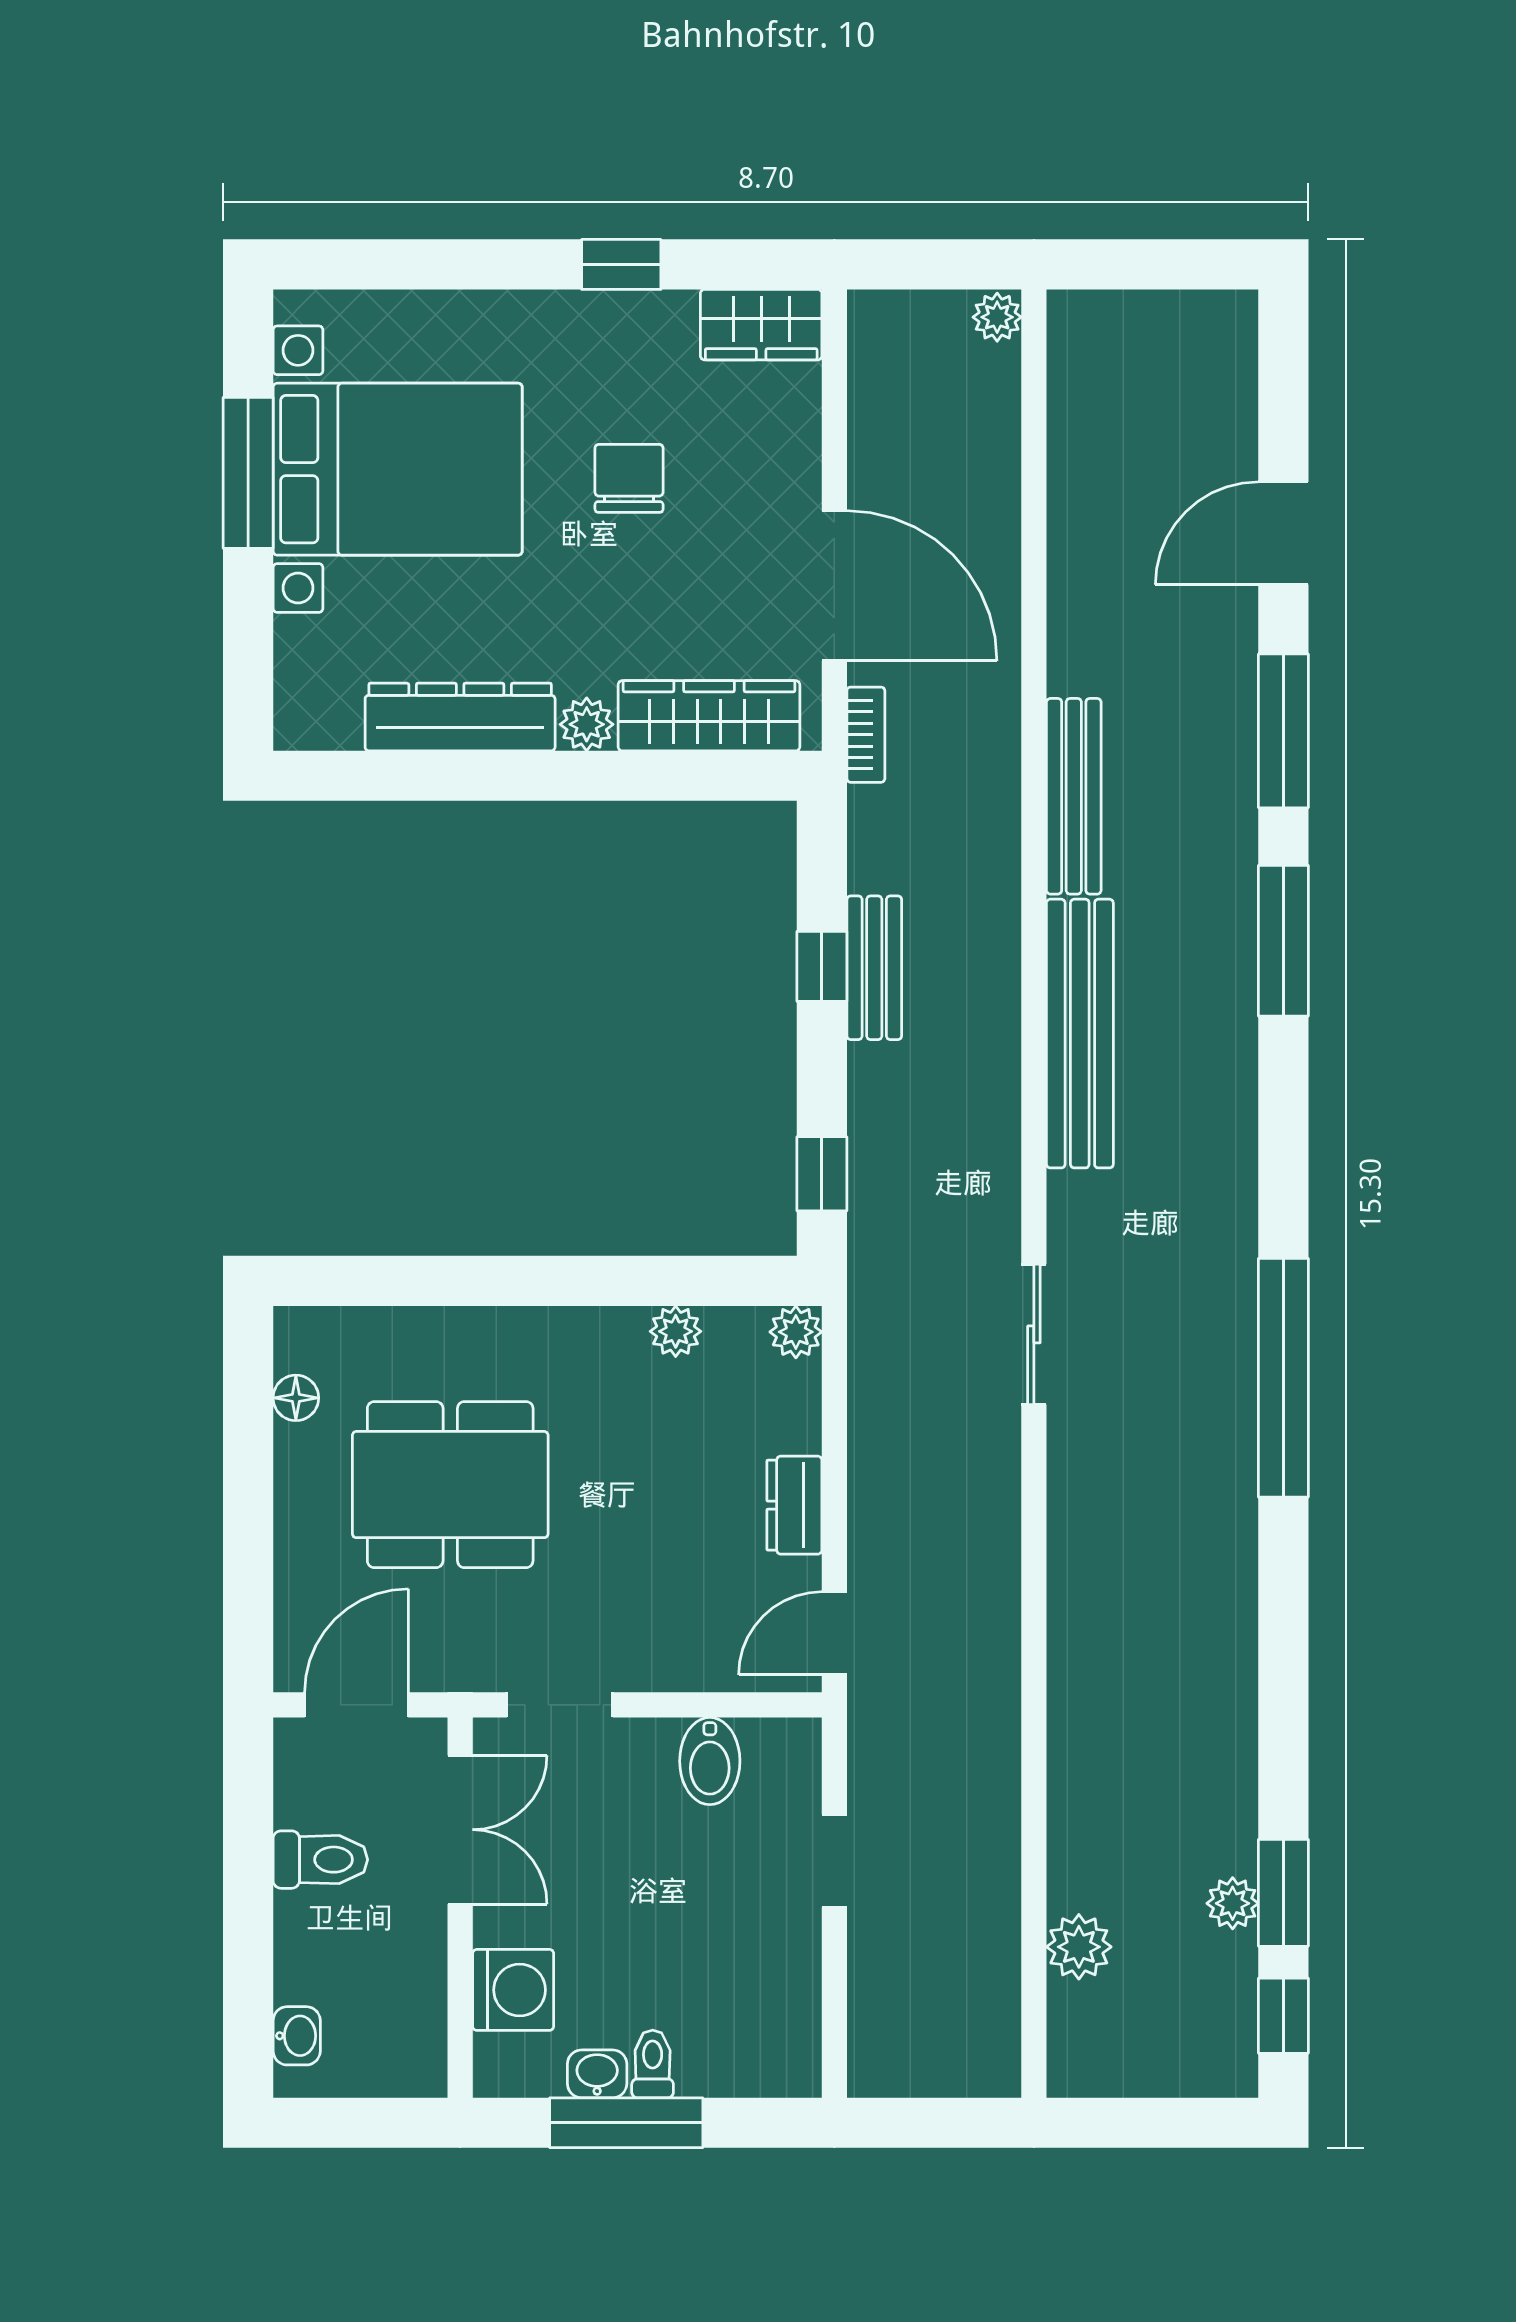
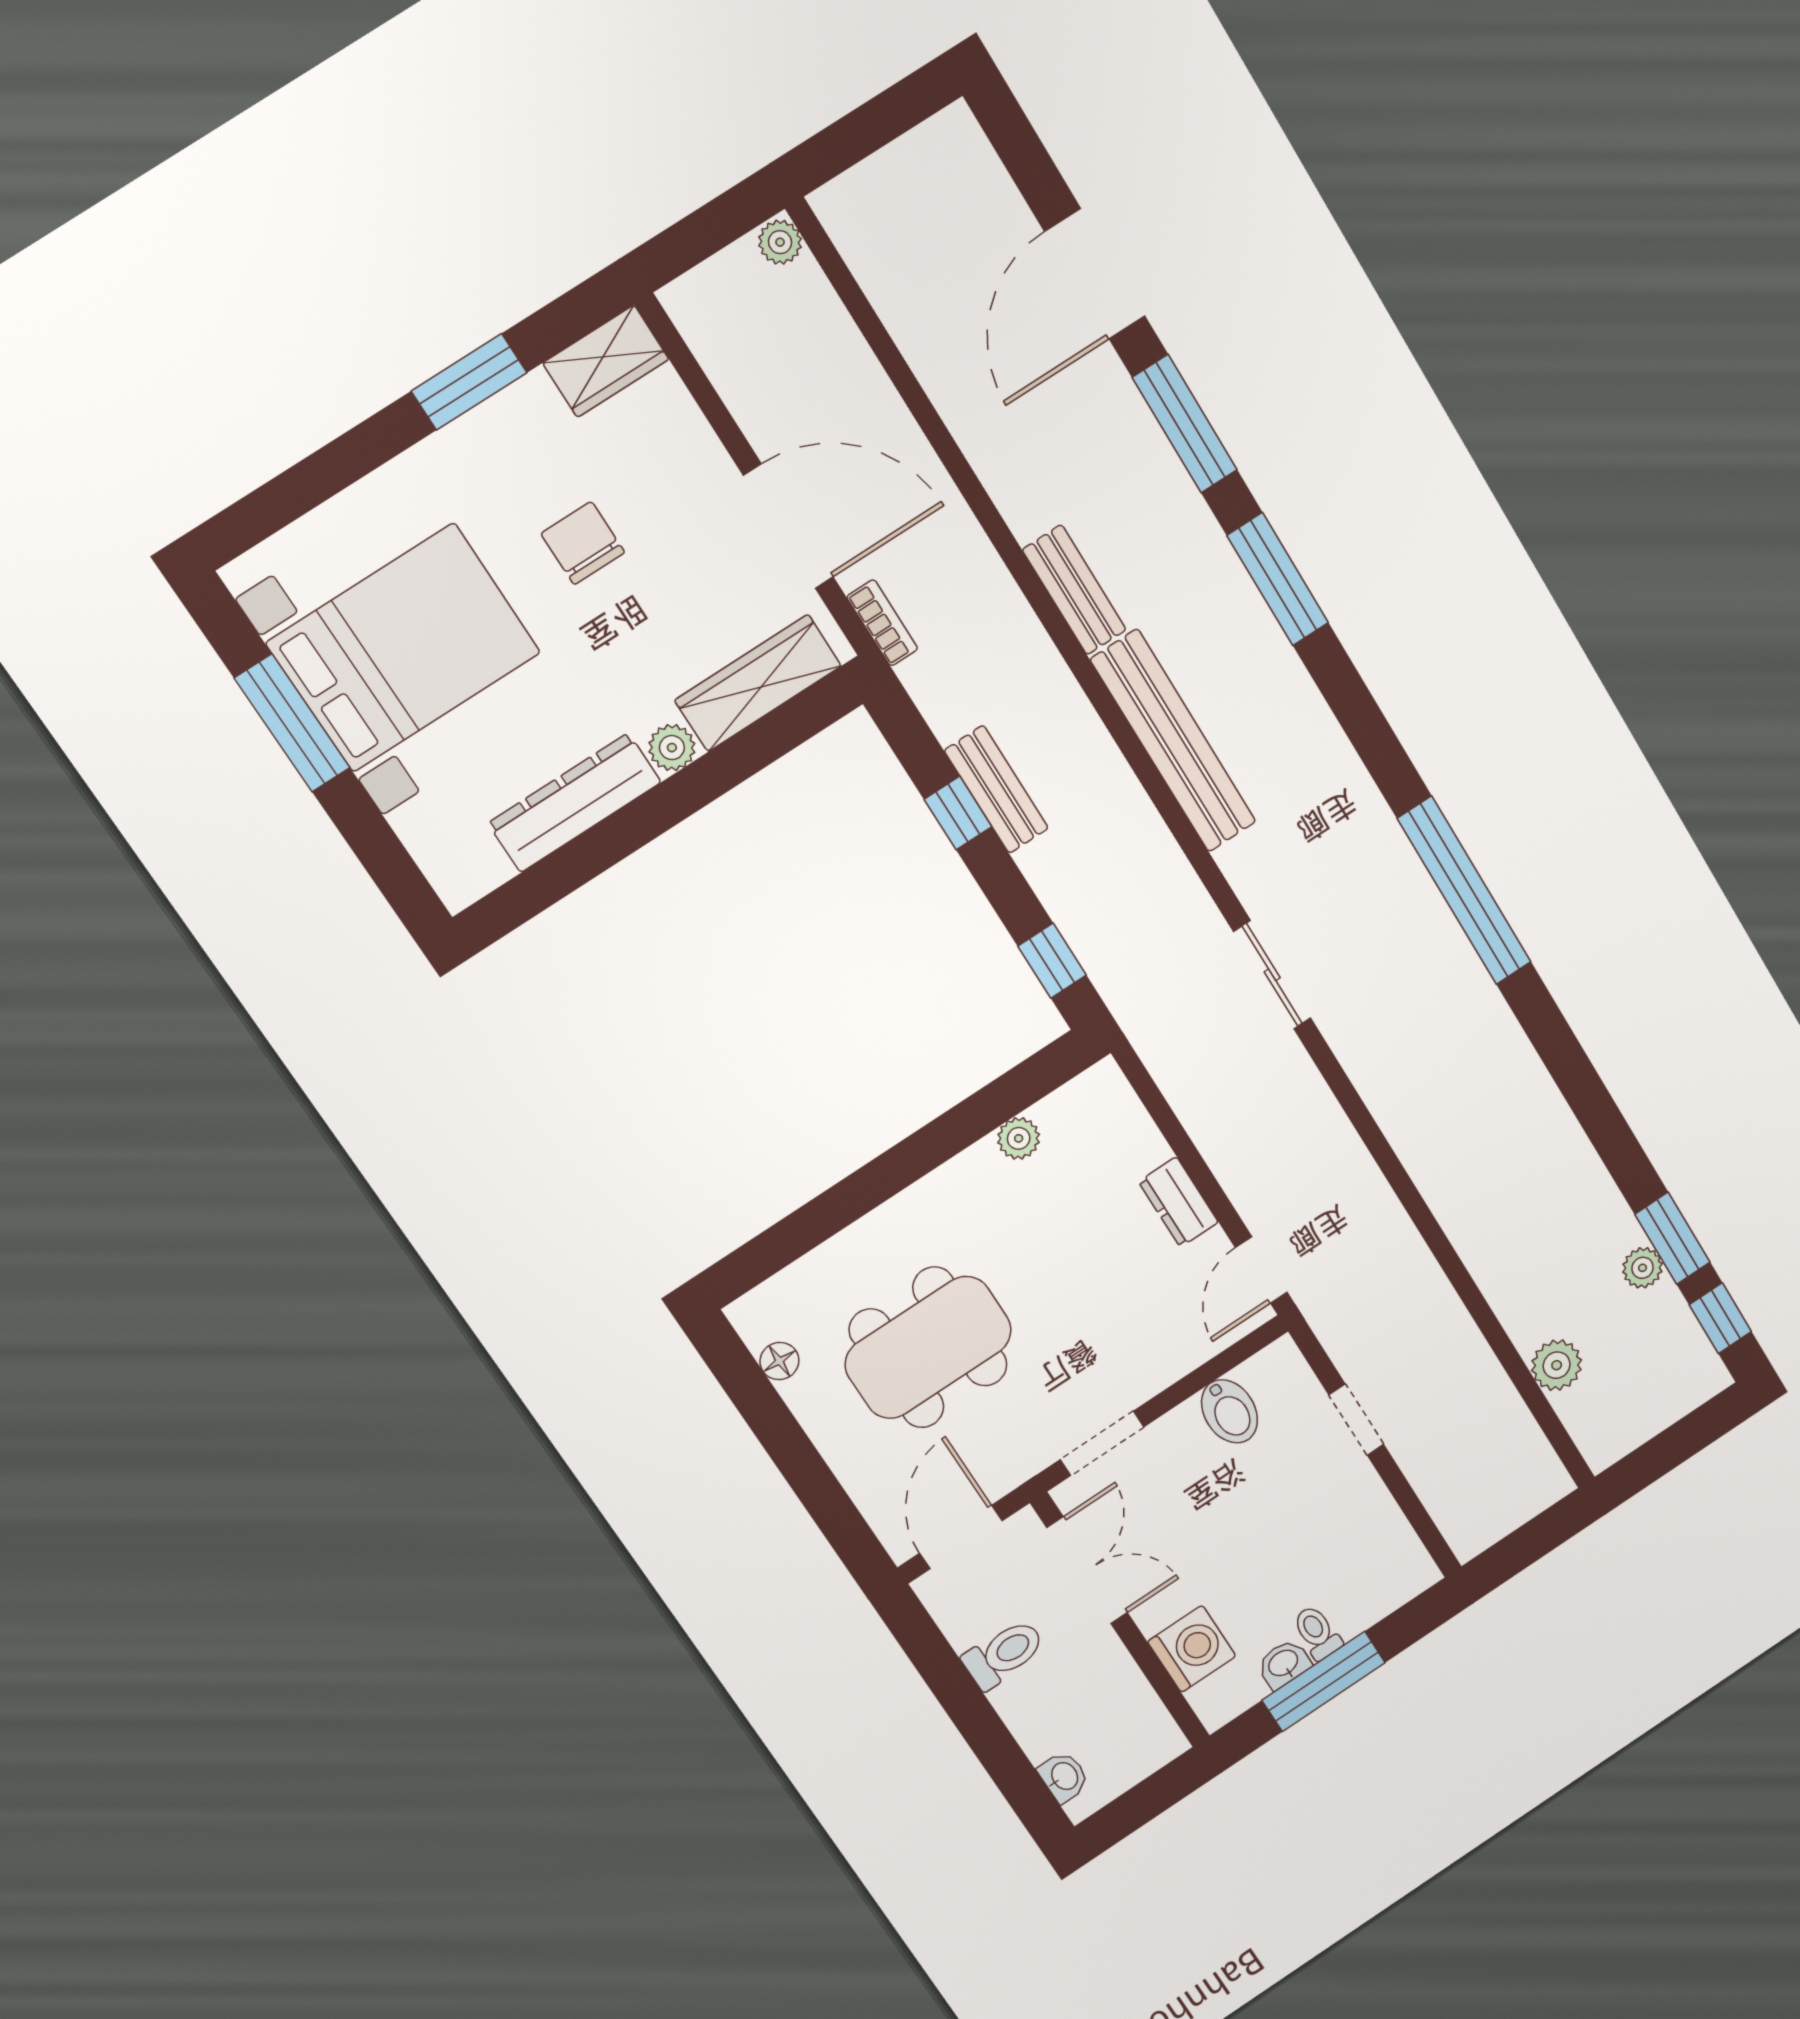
window: (621, 264) -> (469, 382), width x1.50
door: (1283, 533) -> (1095, 274), width x1.36
bench: (1074, 796) -> (1074, 590), width x0.73
plant: (796, 1332) -> (1104, 1083), removed

